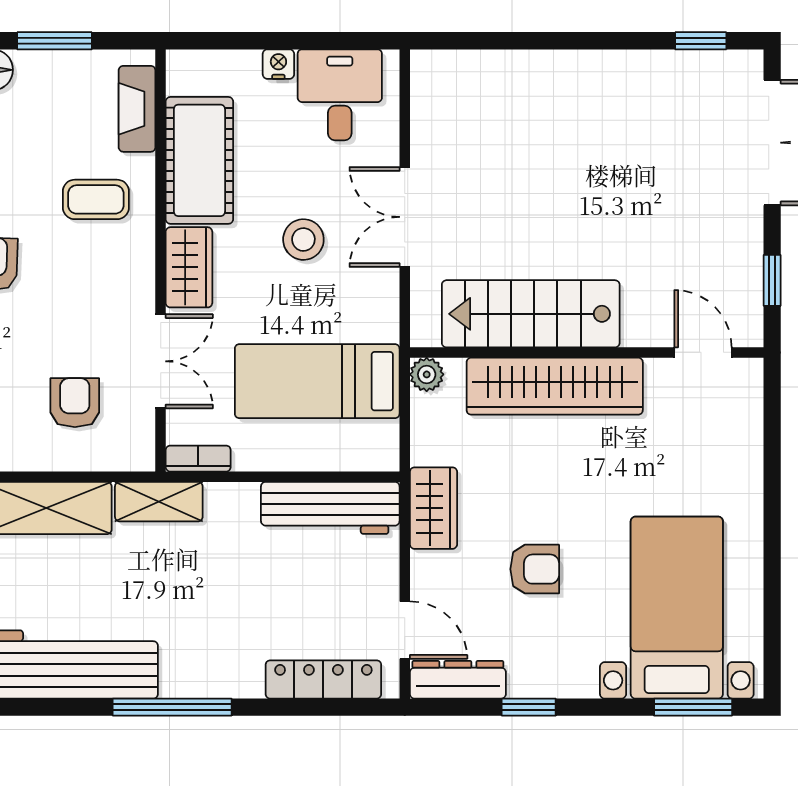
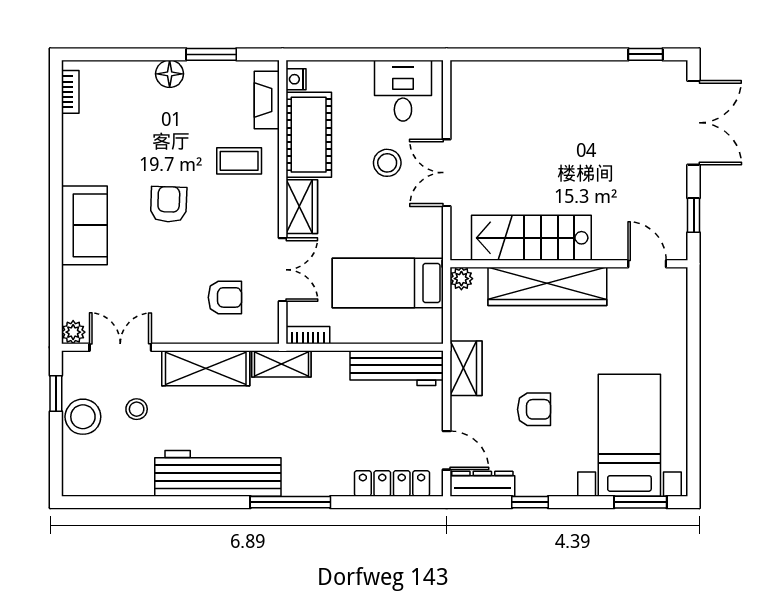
nightstand: (278, 64) -> (296, 79), moved, turned -90
stool: (303, 240) -> (387, 163), moved
armchair: (75, 403) -> (225, 297), turned 90

